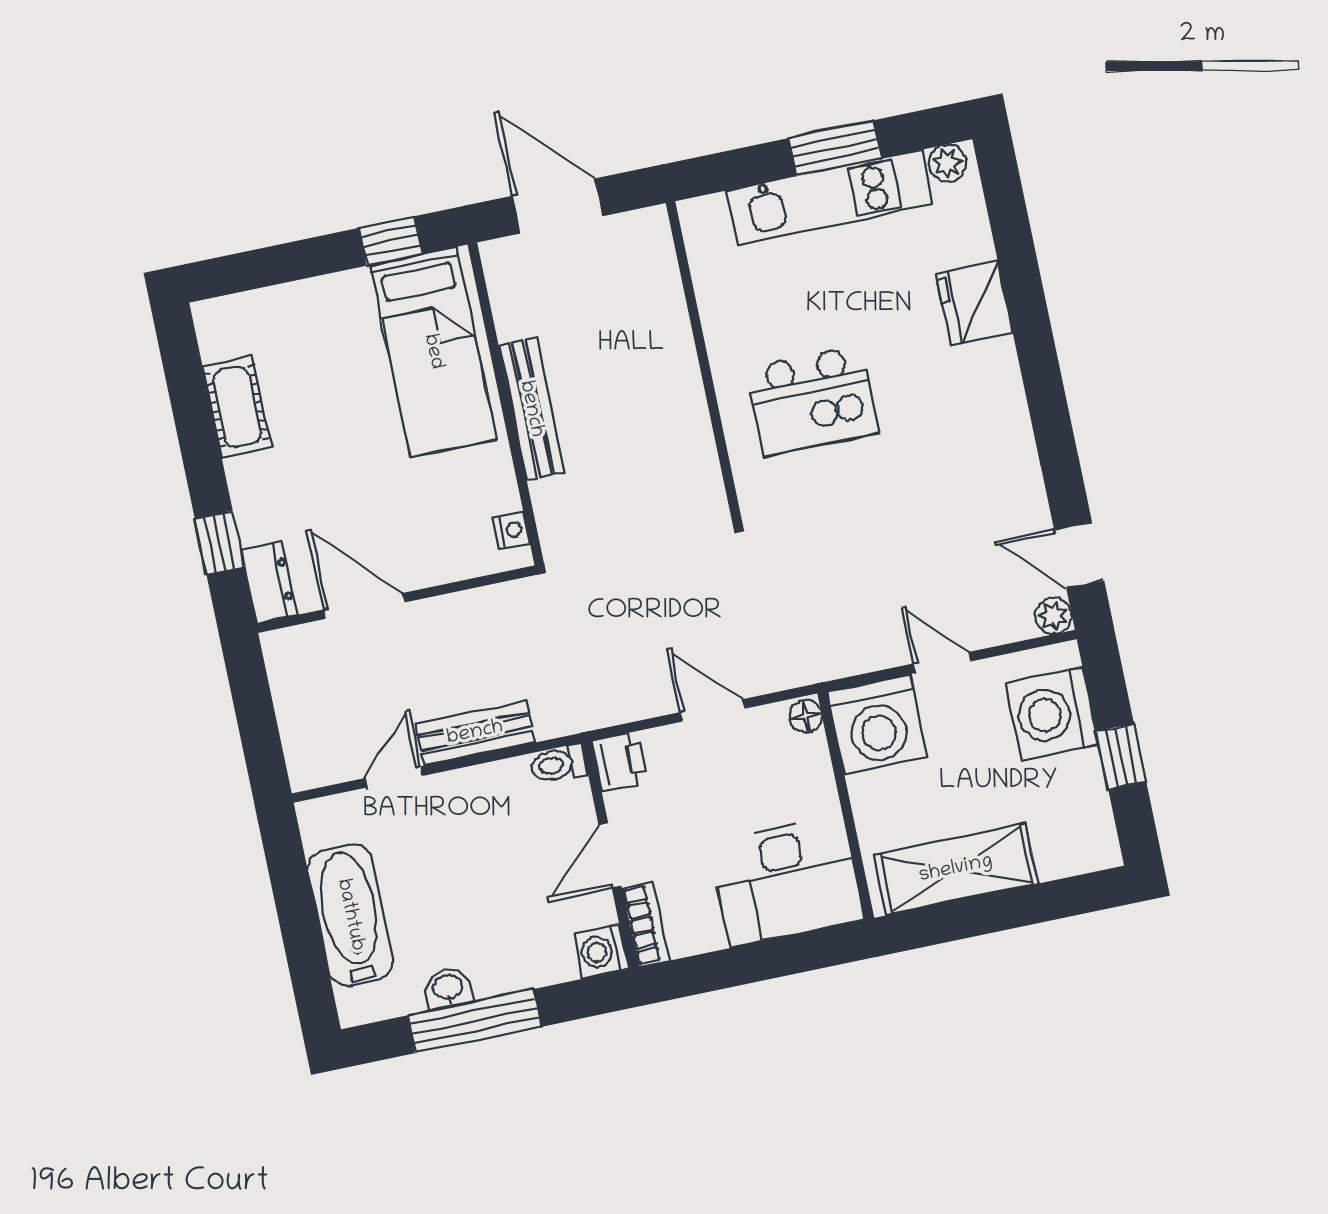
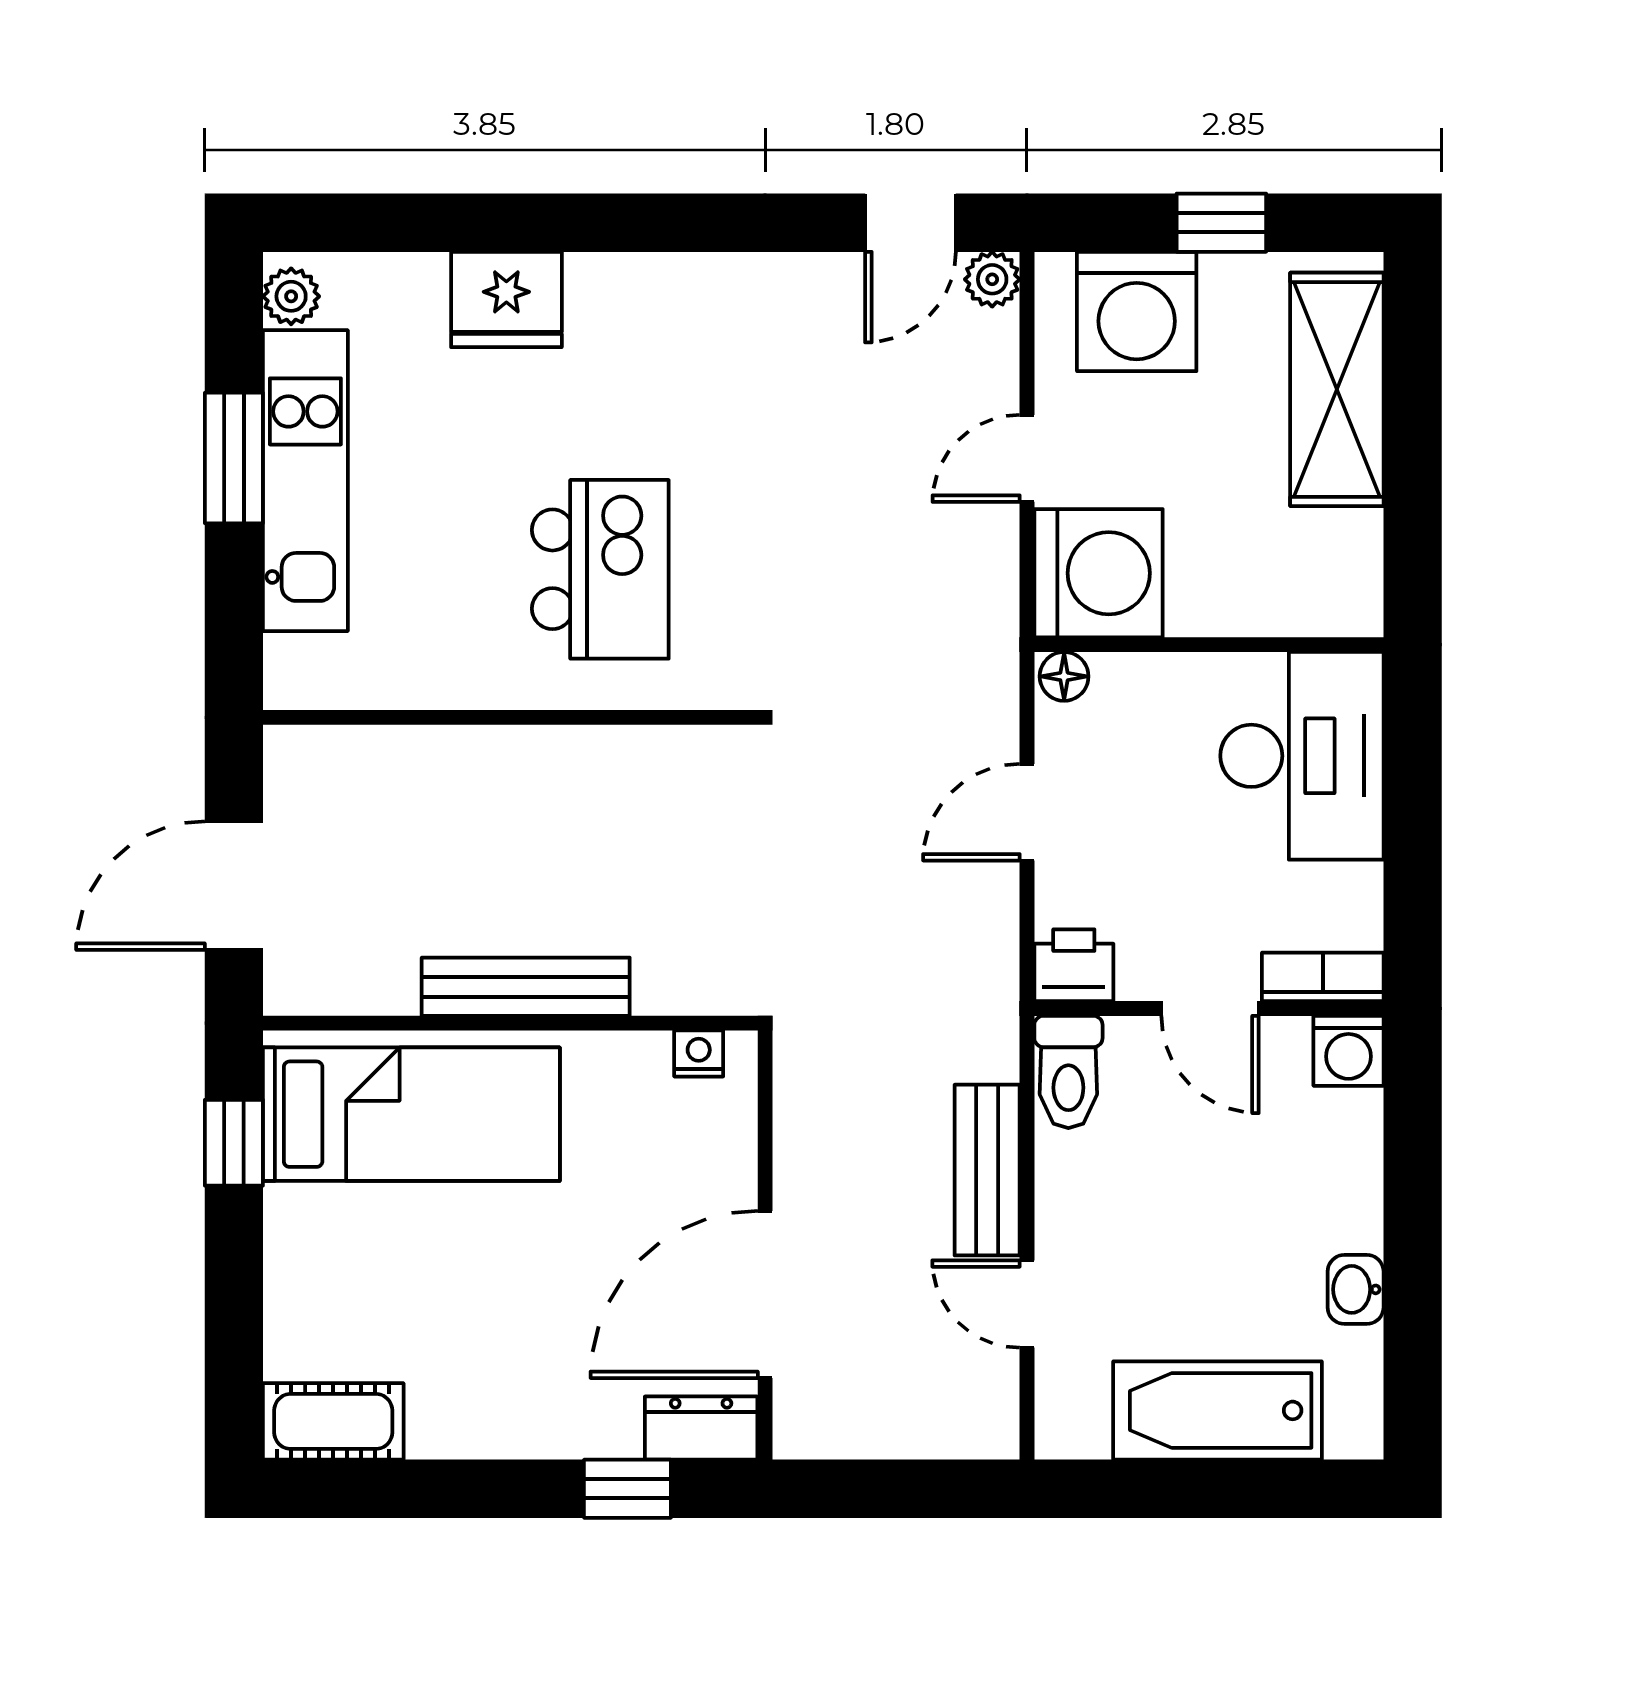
cot: (237, 407) -> (333, 1421), moved
door: (364, 606) -> (765, 1295), width x1.36
toilet: (559, 764) -> (1068, 1072), width x1.37, depth x1.39
shelving: (956, 869) -> (1337, 389), moved
window: (474, 1021) -> (1413, 1260), removed

